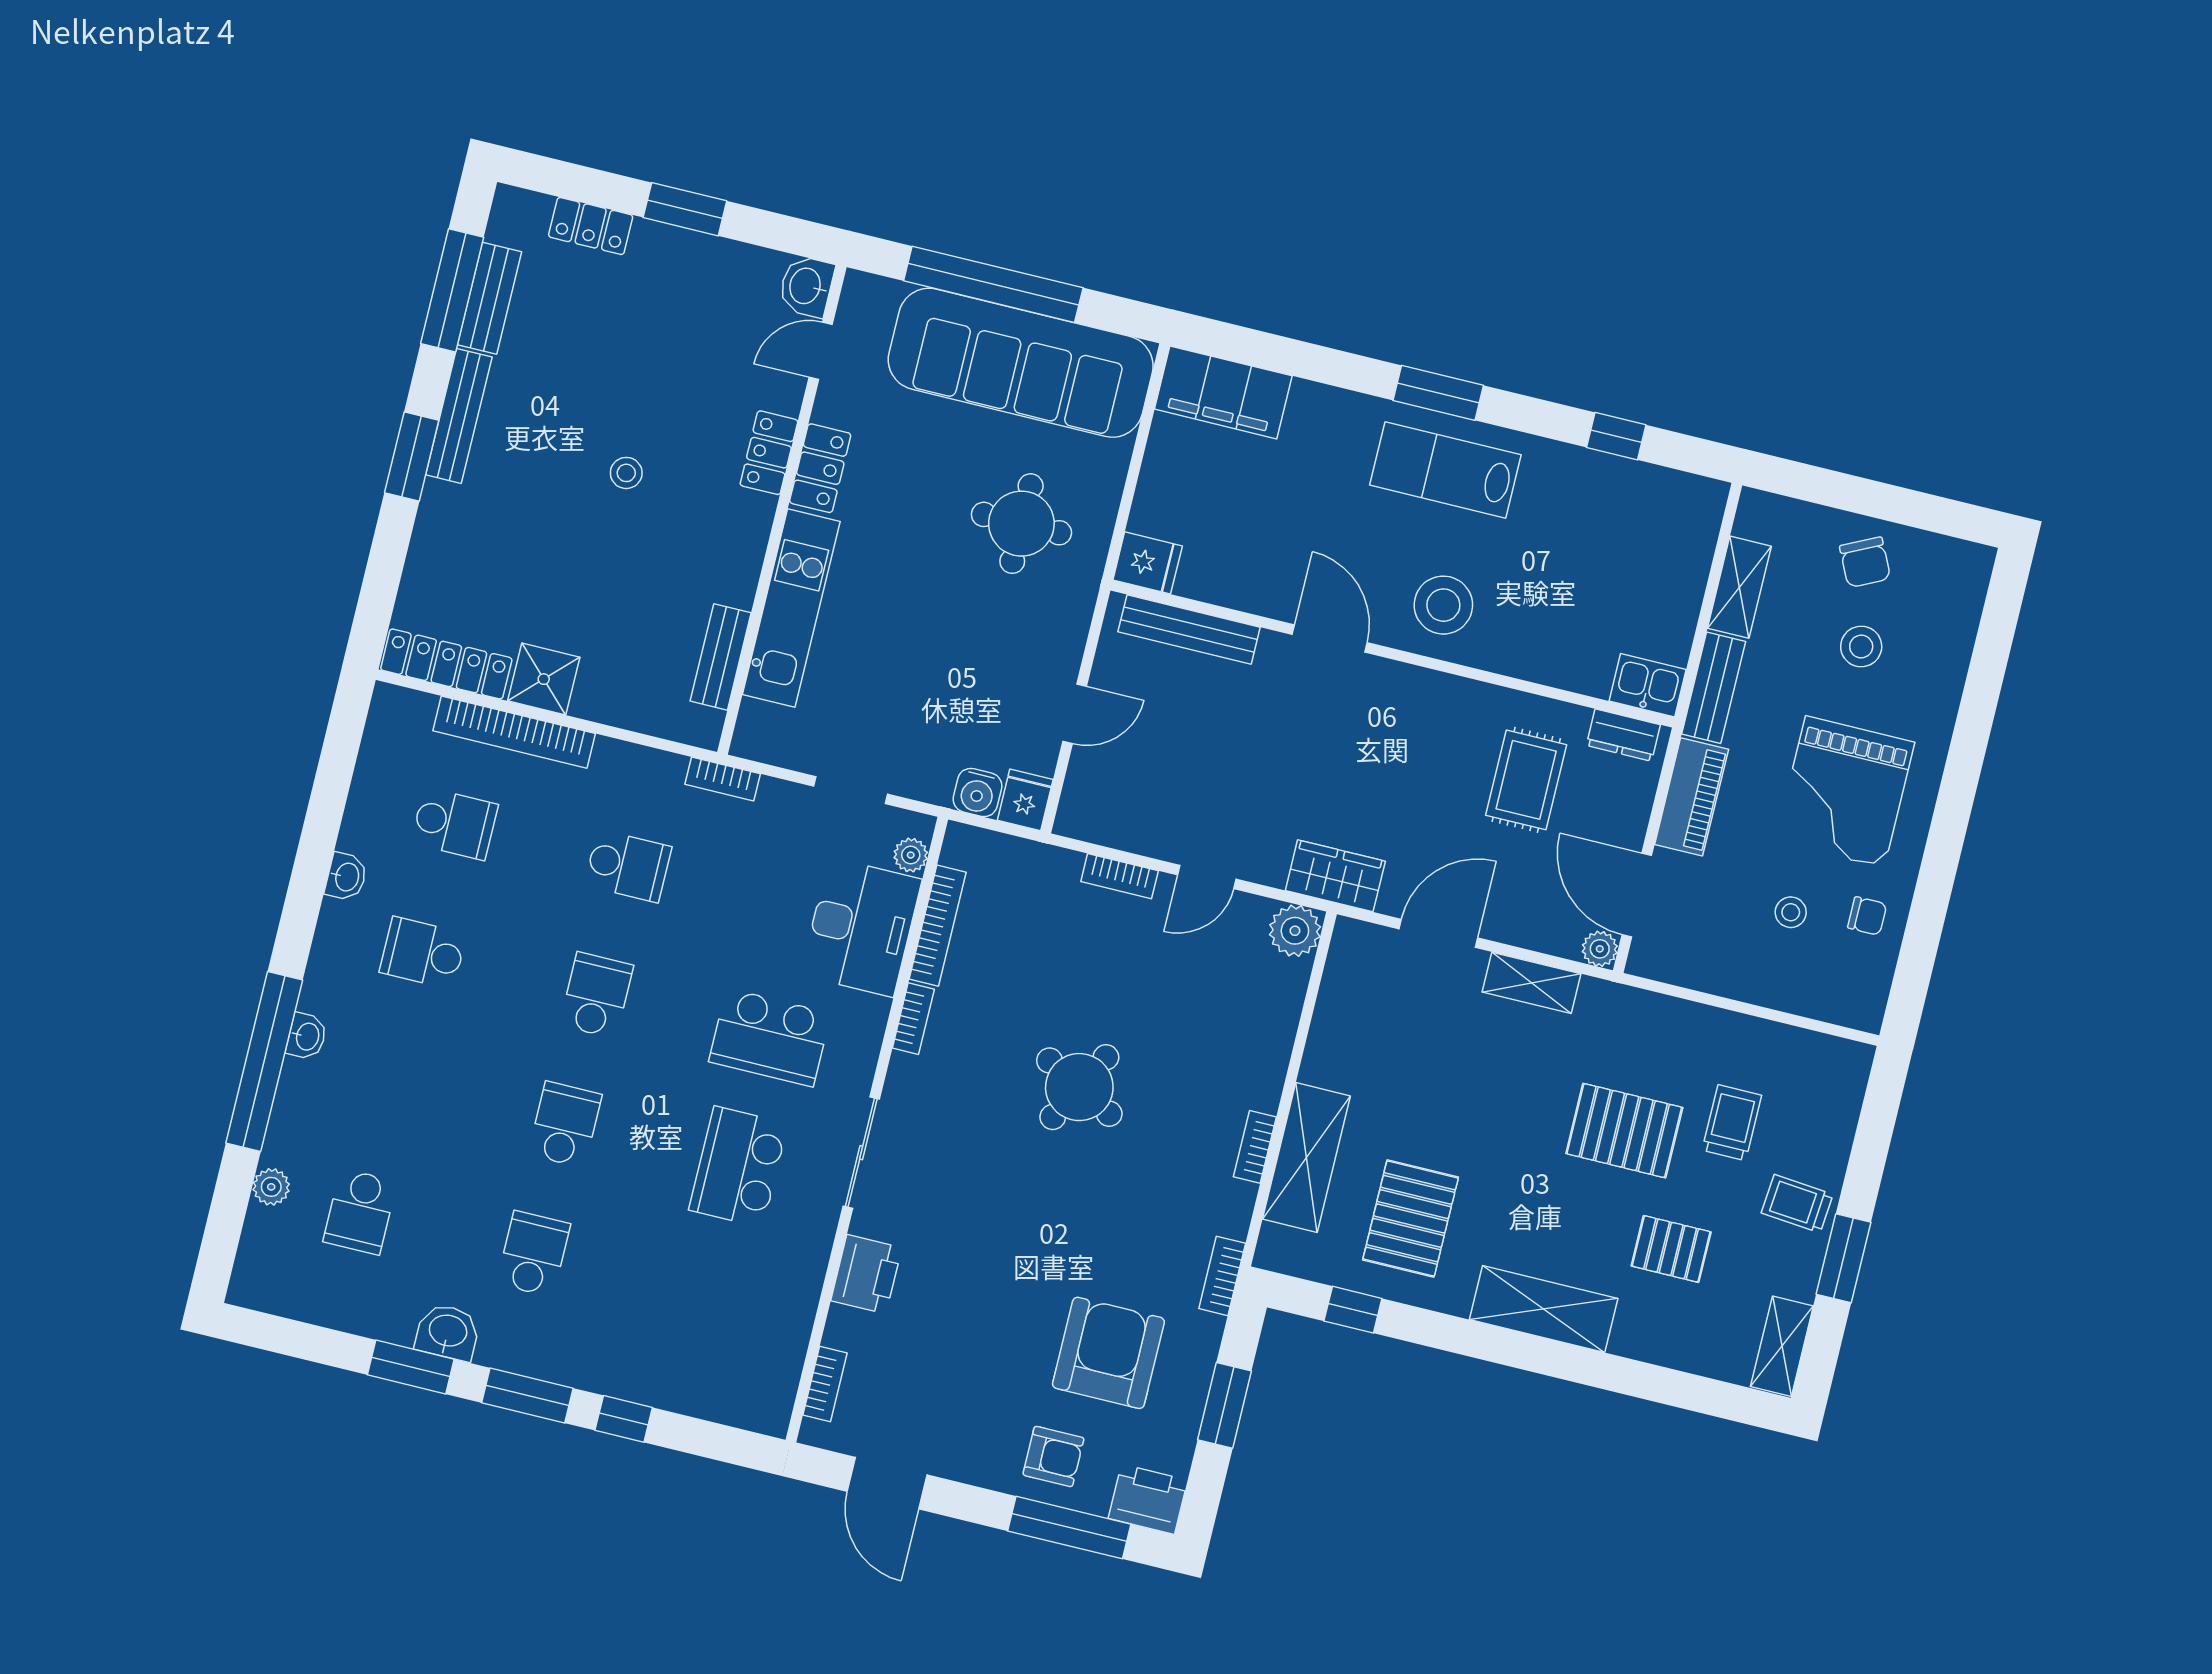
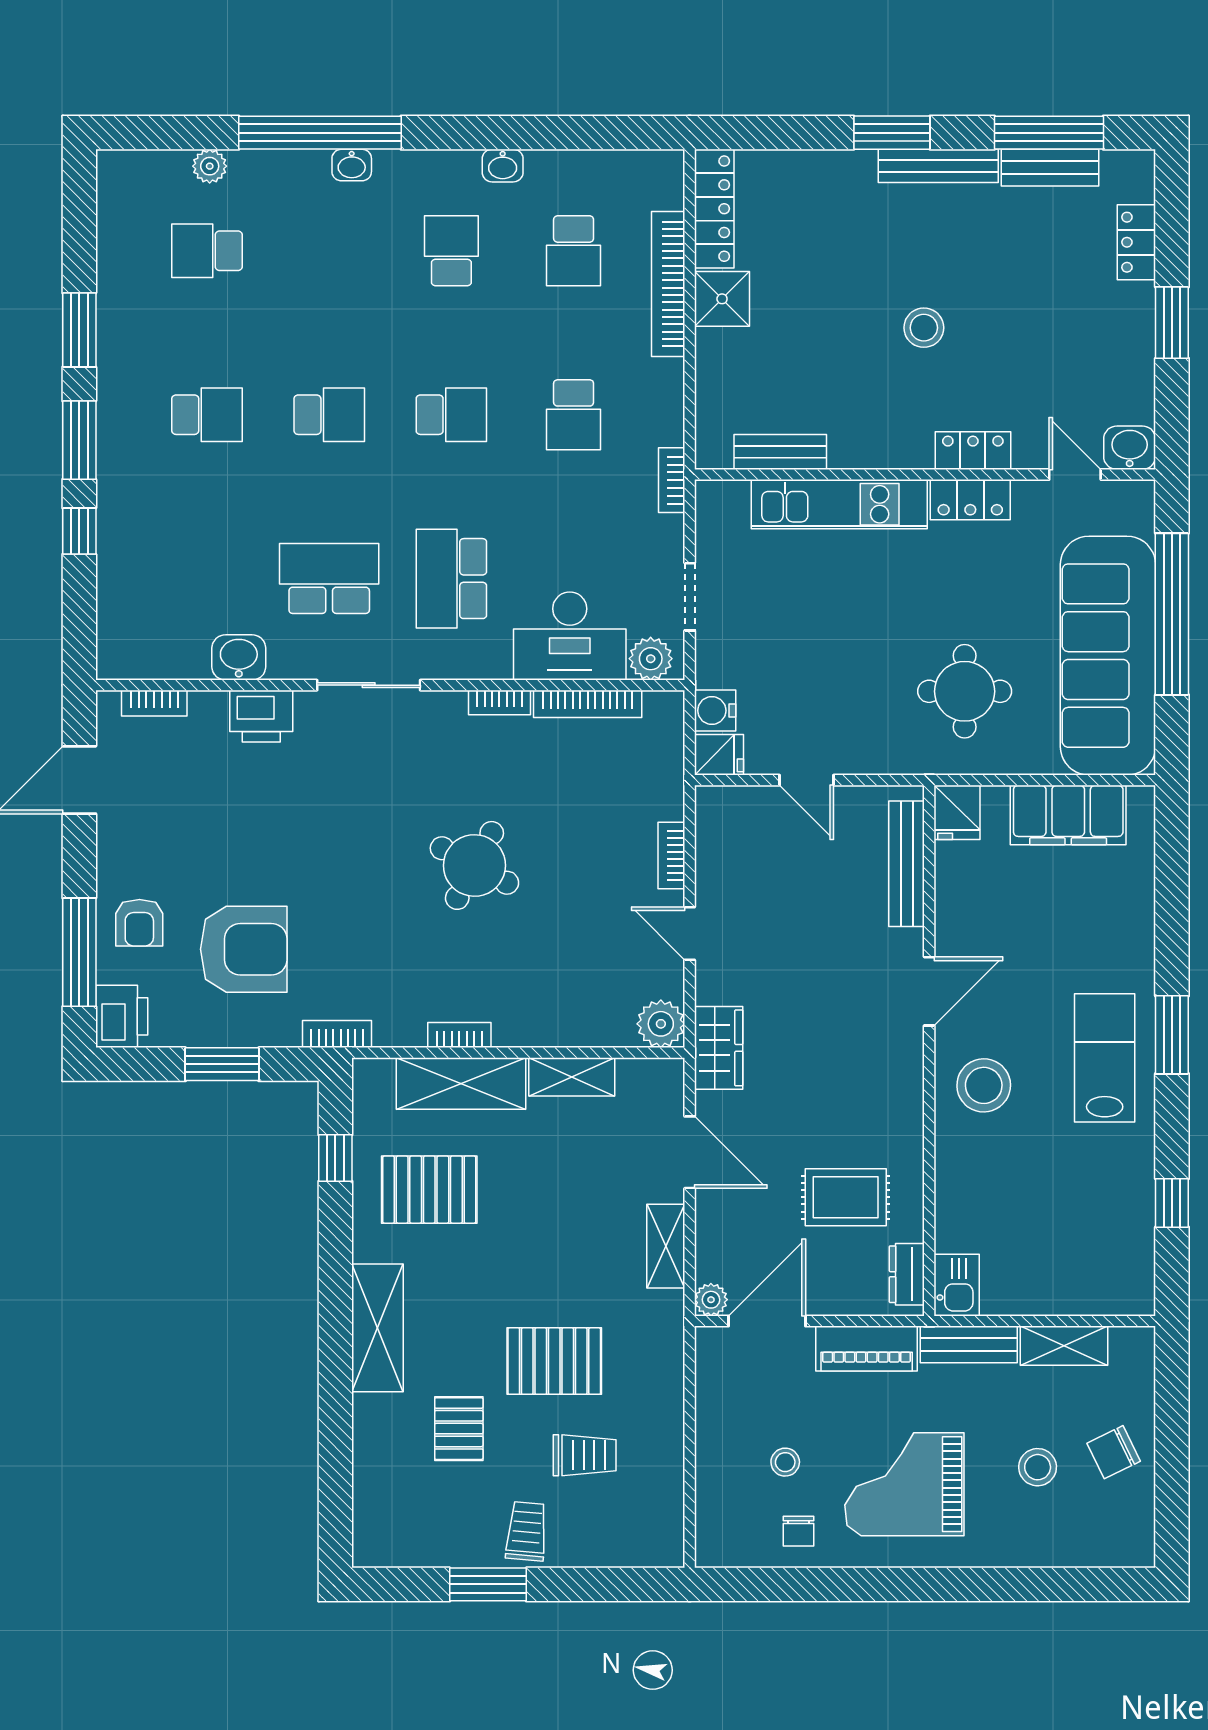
filing cabinet: (1223, 392) -> (1068, 815), moved, turned -90
stool: (626, 473) -> (924, 328), width x1.37, depth x1.37
plant: (911, 855) -> (651, 659), width x1.38, depth x1.38
pallet: (1624, 1131) -> (554, 1361), turned 90
washbasin: (448, 1332) -> (239, 657), moved, turned -90
shelving: (1782, 1346) -> (572, 1077), moved

